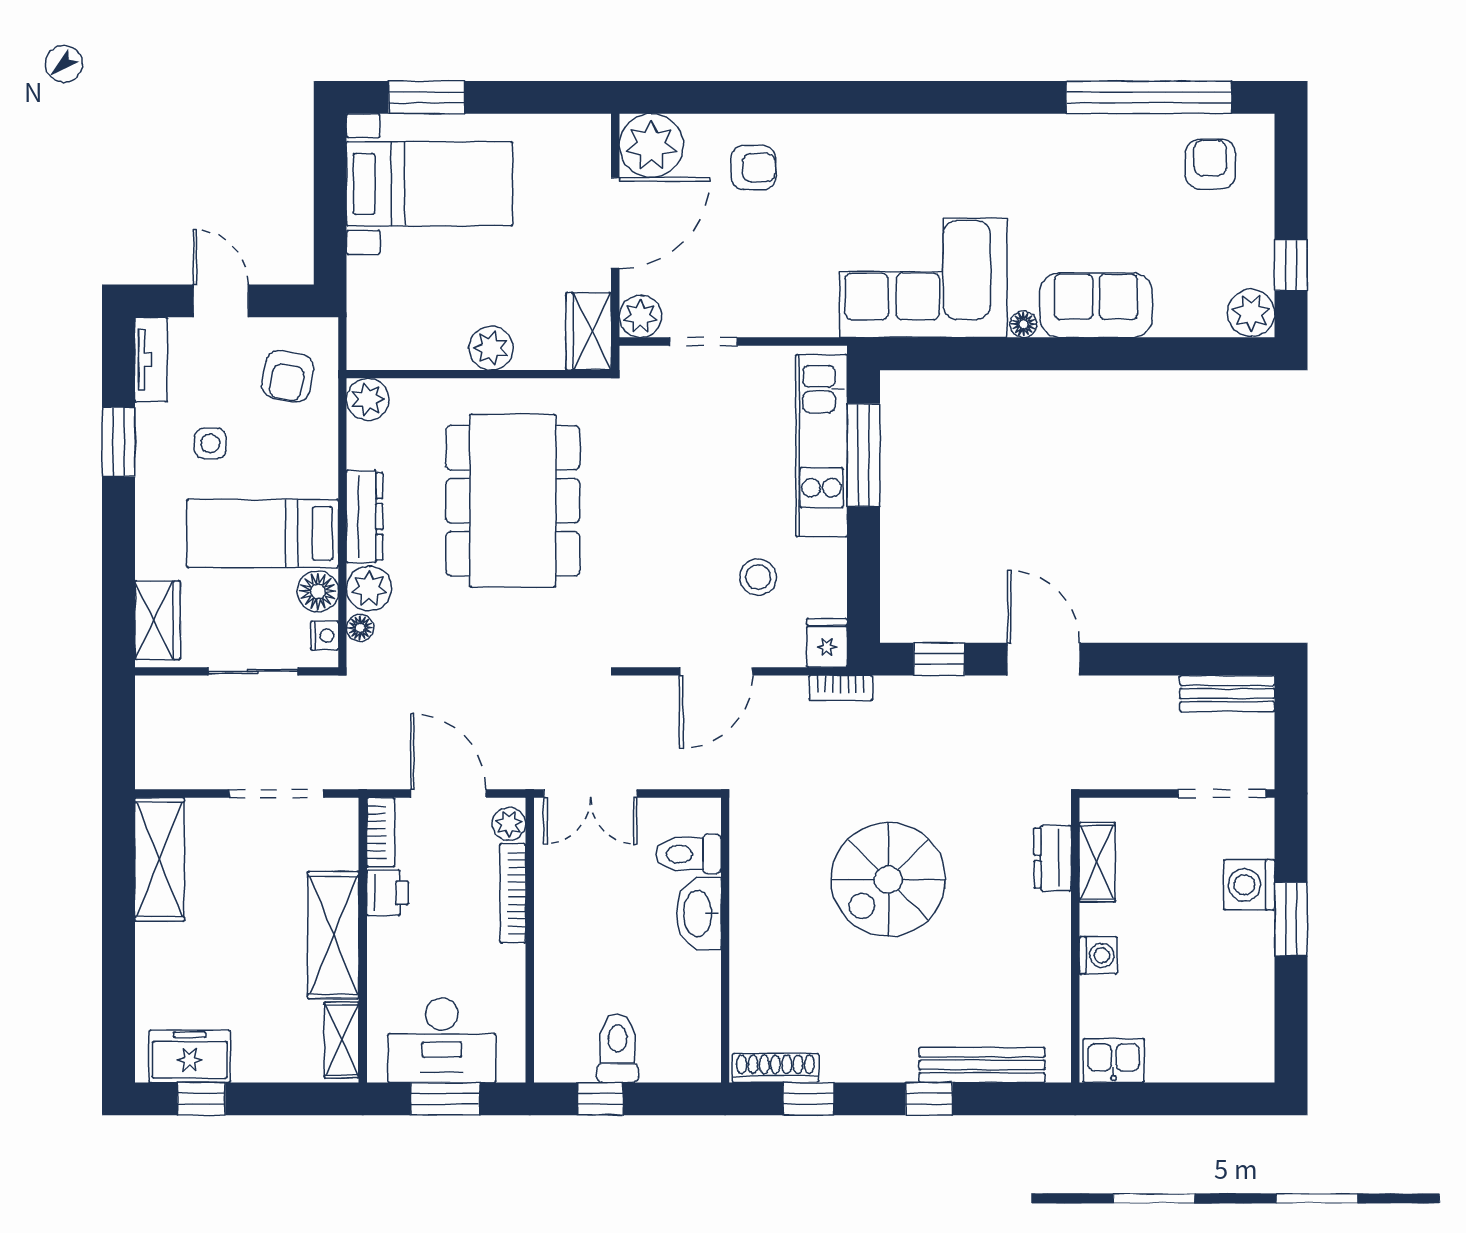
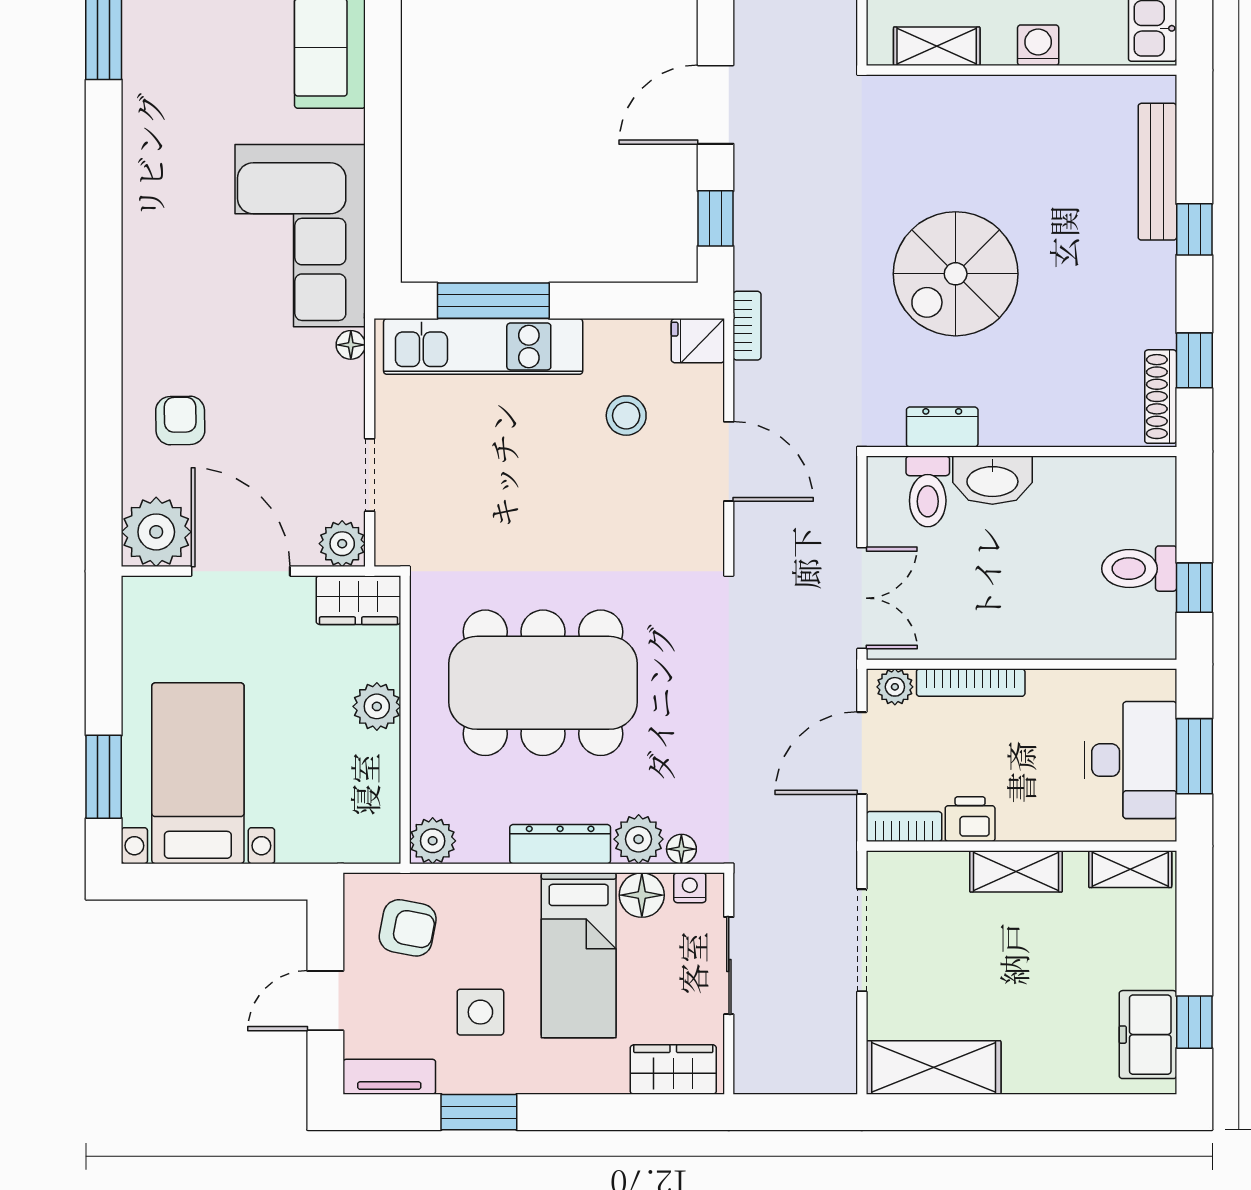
floor lamp: (1024, 324) -> (351, 345), moved
side table: (210, 443) -> (480, 1012), width x1.37, depth x1.37
dresser: (1053, 858) -> (942, 427), moved, turned 180
spiral stairs: (888, 880) -> (956, 274), turned 90
shelving: (333, 935) -> (1016, 871), width x0.67, depth x0.75

